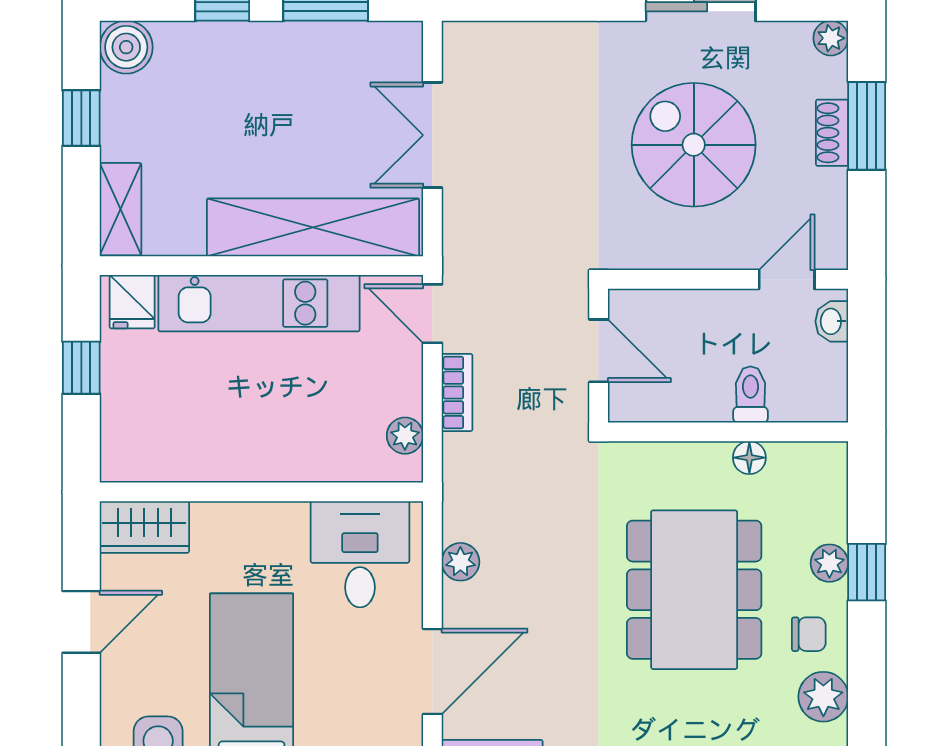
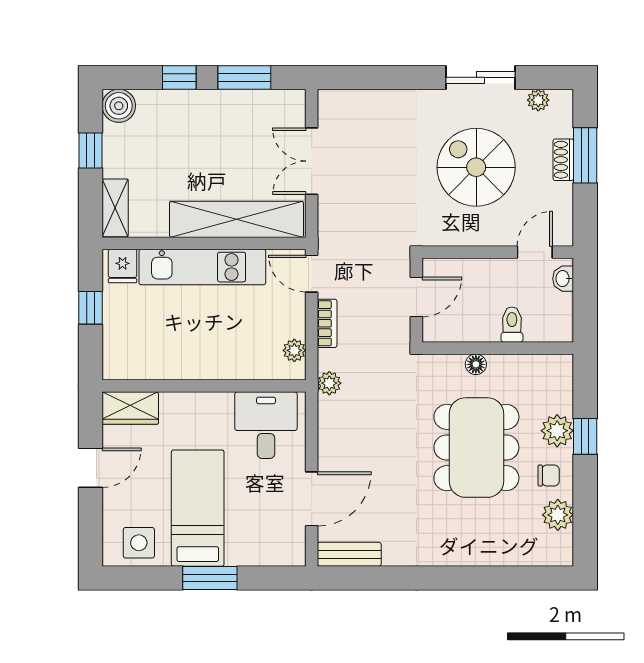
plant: (831, 38) -> (538, 100), moved
door: (599, 351) -> (416, 297), hinge flipped
floor lamp: (749, 458) -> (476, 364), moved
plant: (460, 562) -> (329, 383), moved
plant: (829, 563) -> (557, 431), width x1.38, depth x1.38

